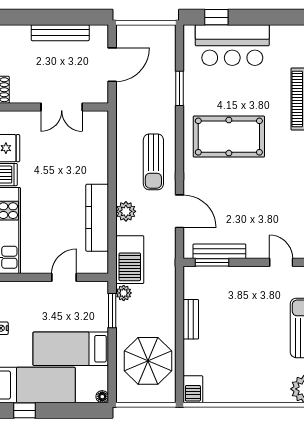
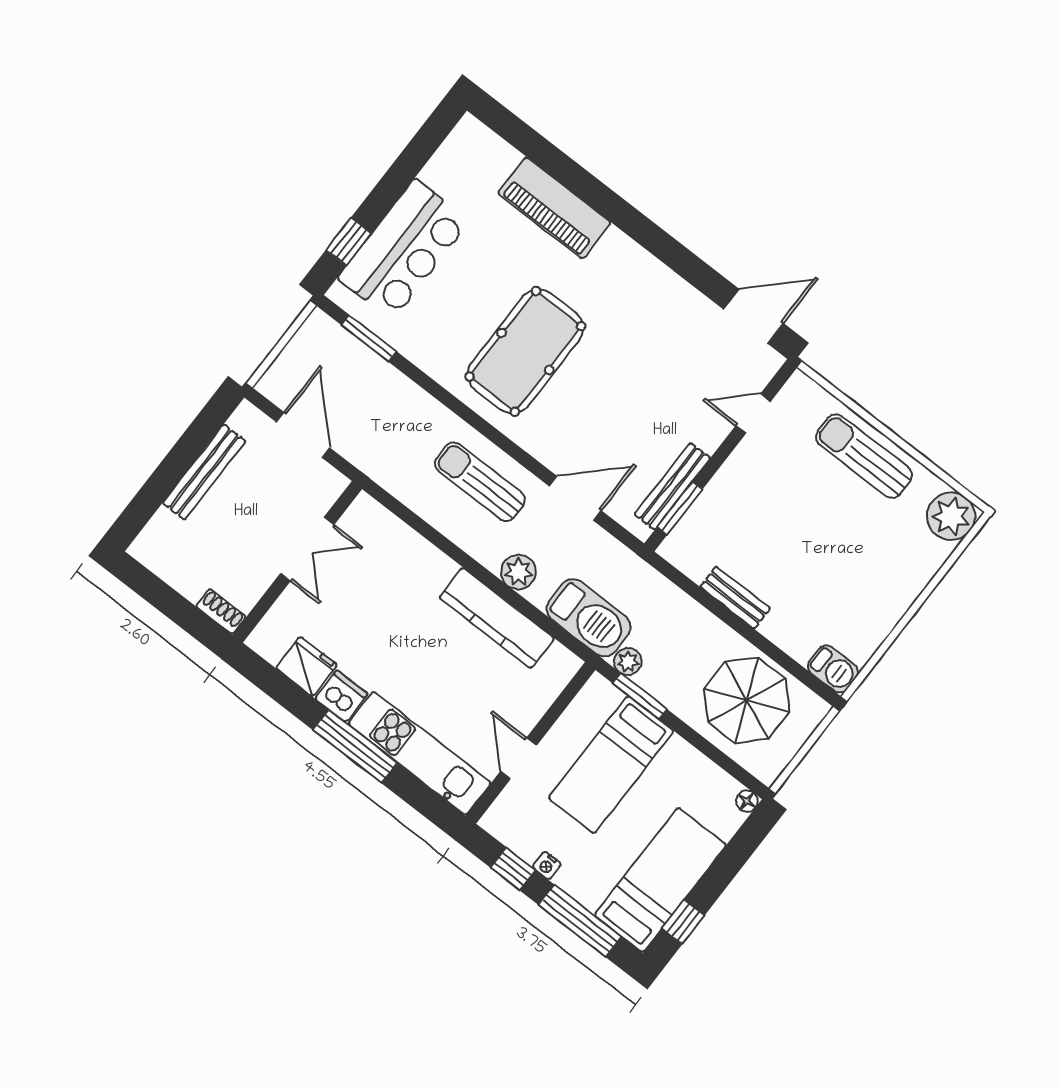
window: (180, 88) -> (369, 338), moved
sun lounger: (153, 162) -> (480, 482), turned 180
door: (64, 277) -> (519, 758), moved
bed: (71, 349) -> (611, 765), moved

